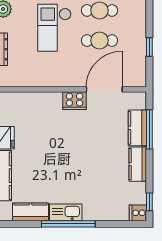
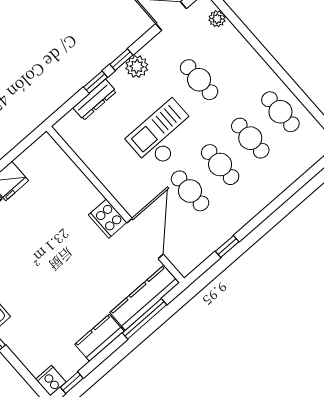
door: (104, 89) -> (145, 239), hinge flipped
kitchen counter: (137, 128) -> (144, 298), width x1.50

